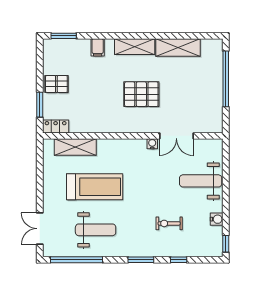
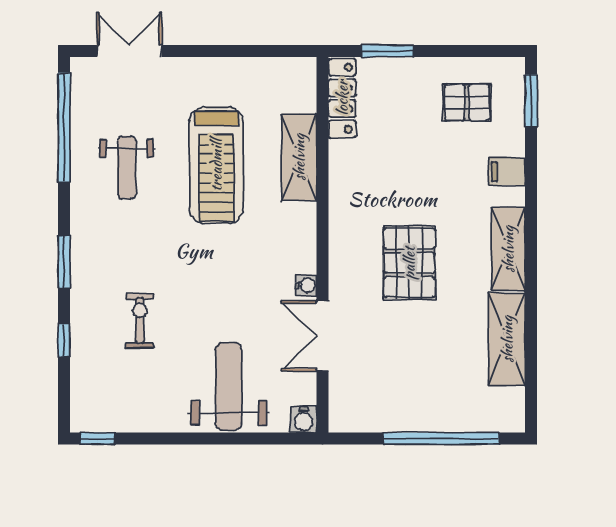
pallet: (56, 84) -> (467, 102), moved, turned 90
locker: (56, 126) -> (342, 98), width x1.53
shelving: (75, 147) -> (299, 157), moved
water cooler: (217, 219) -> (303, 420), moved
weight bench: (96, 230) -> (127, 167), width x0.73, depth x0.75

